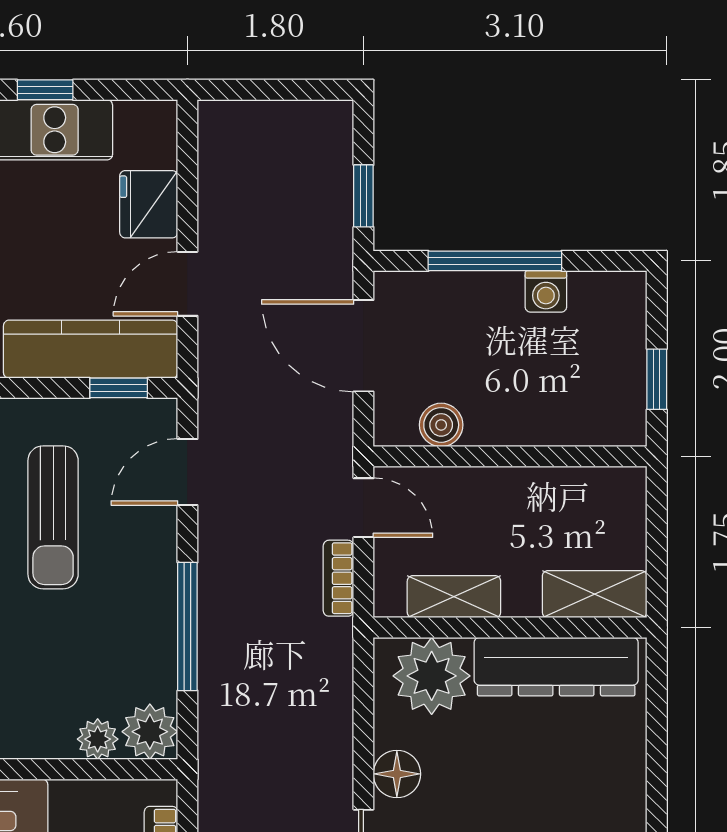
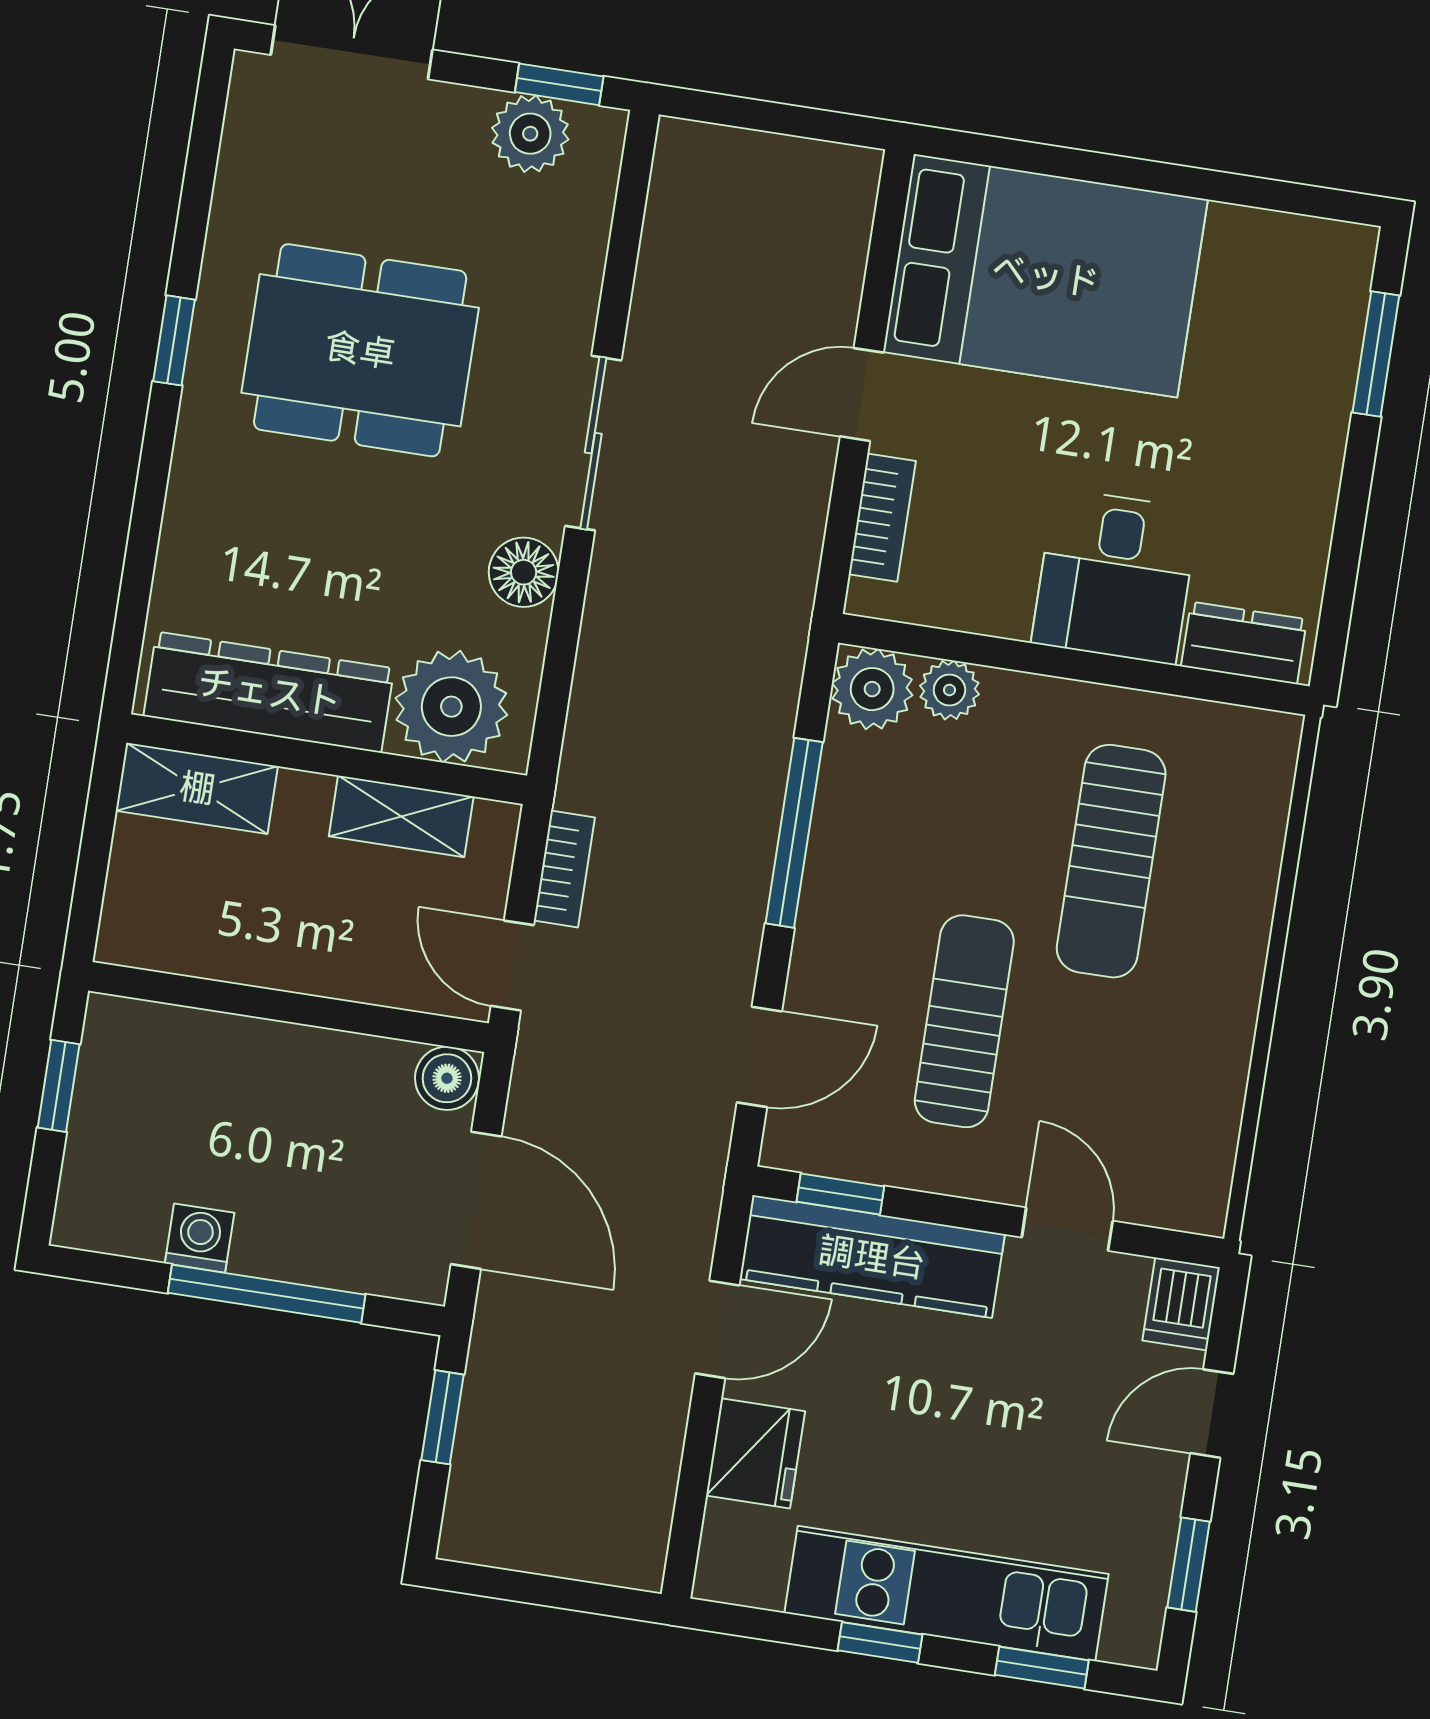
boiler: (441, 425) -> (447, 1078), moved

